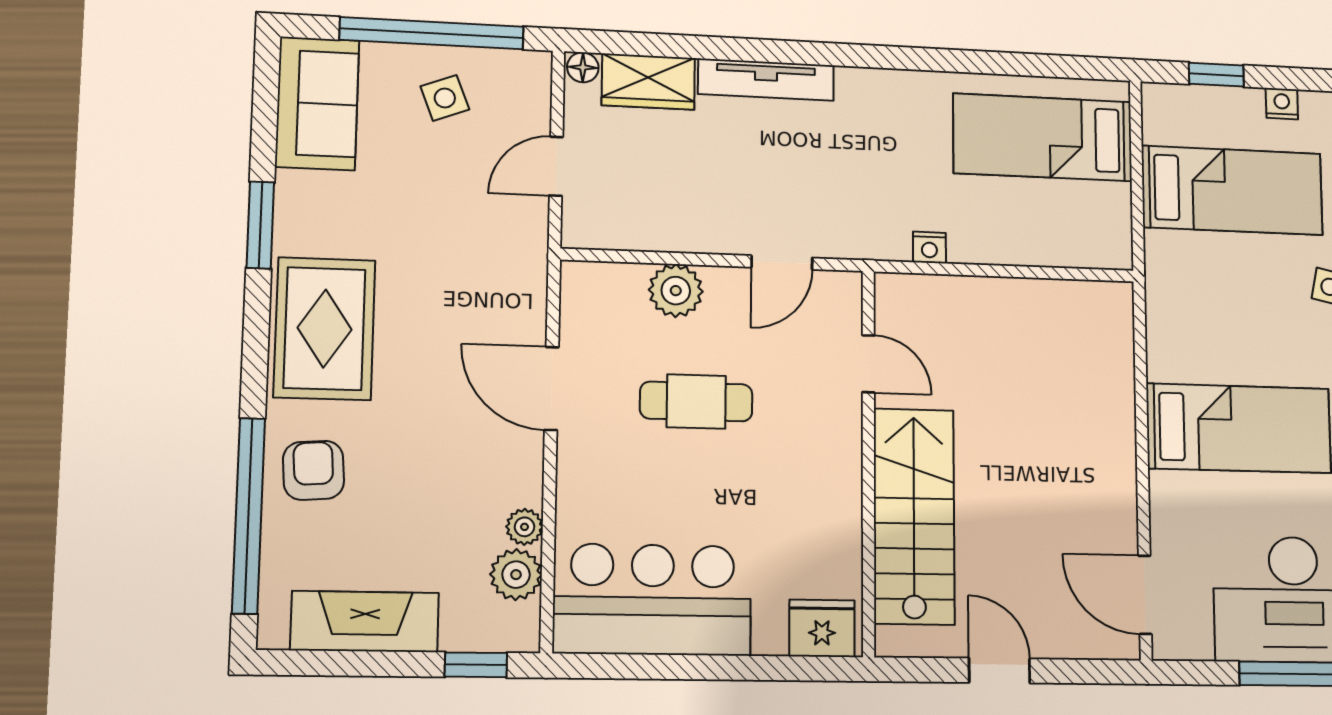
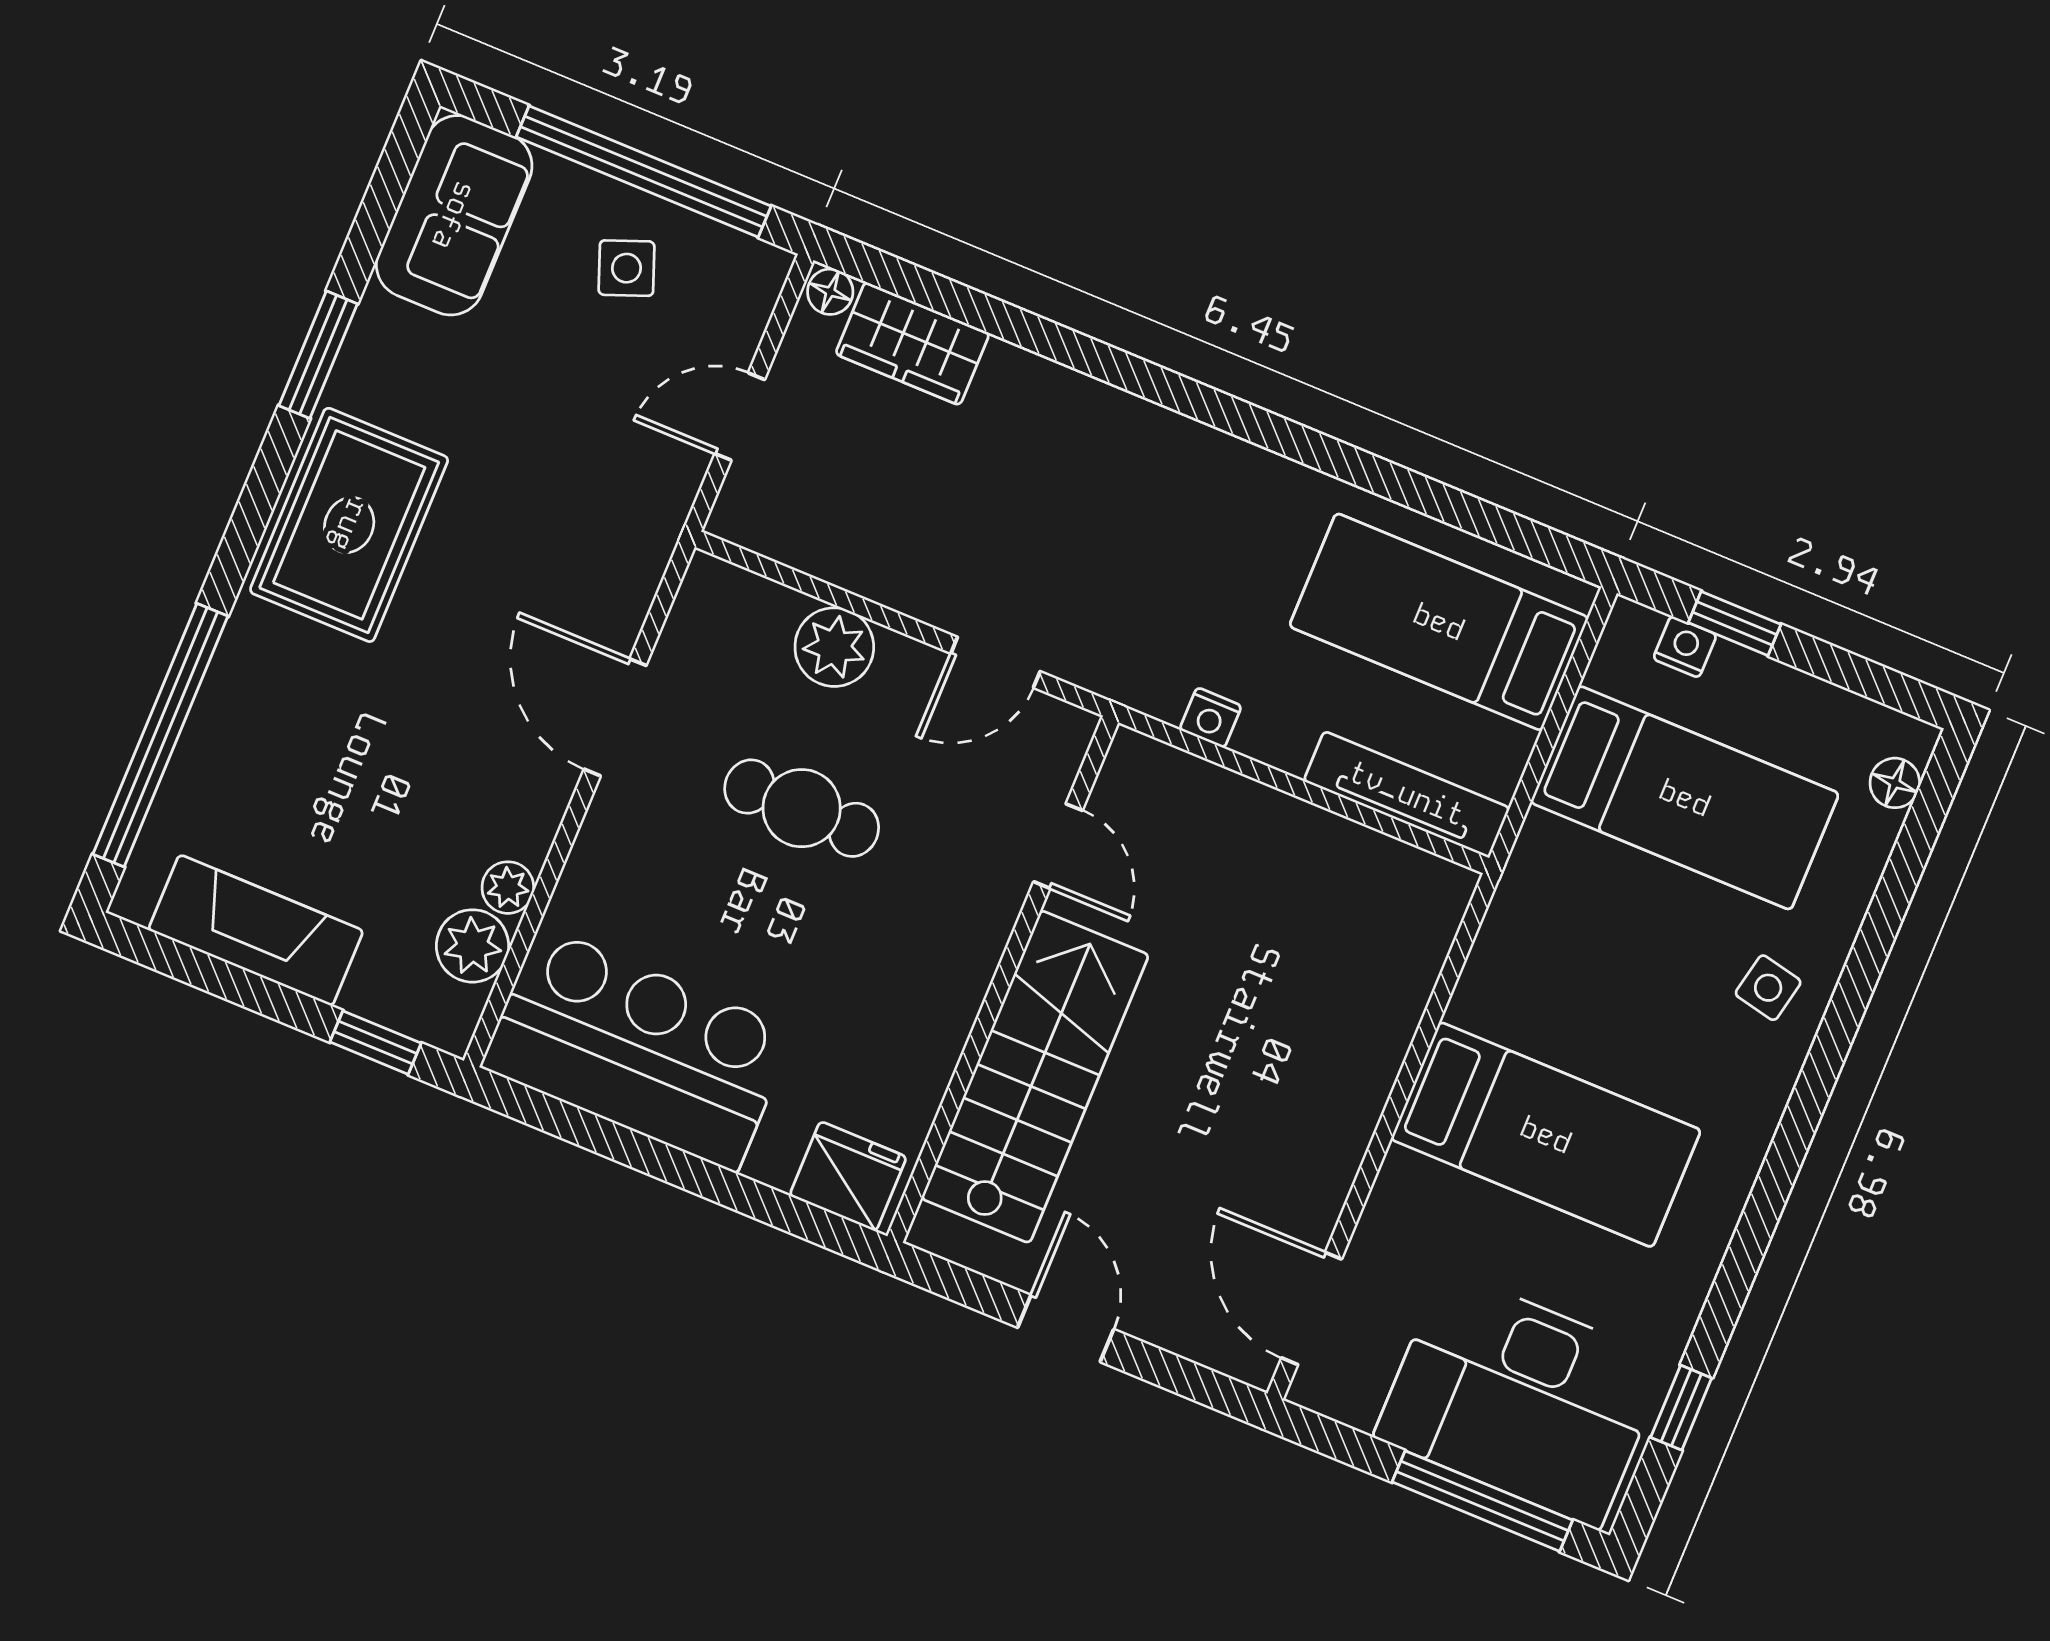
tv unit: (766, 80) -> (1407, 794), moved, turned 180
nightstand: (1282, 104) -> (1685, 647), moved
armchair: (313, 470) -> (265, 708), removed

